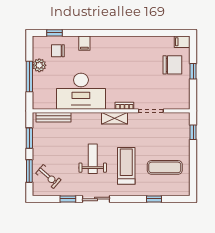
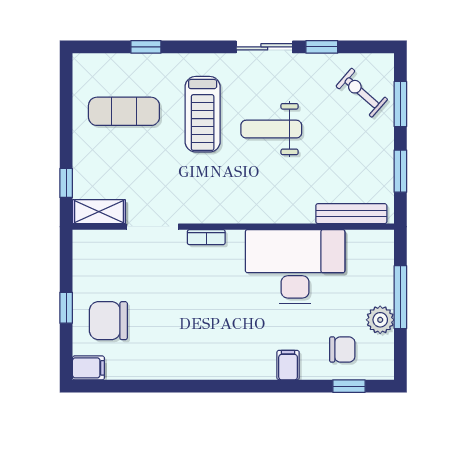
shelving: (115, 118) -> (99, 212), moved
weight bench: (93, 159) -> (271, 129), turned 90

